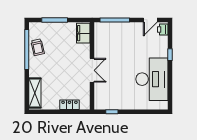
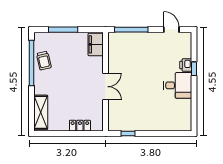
door: (150, 20) -> (171, 30), swing flipped
printer: (163, 30) -> (186, 65), moved
desk: (152, 79) -> (178, 85), width x0.53, depth x0.77

